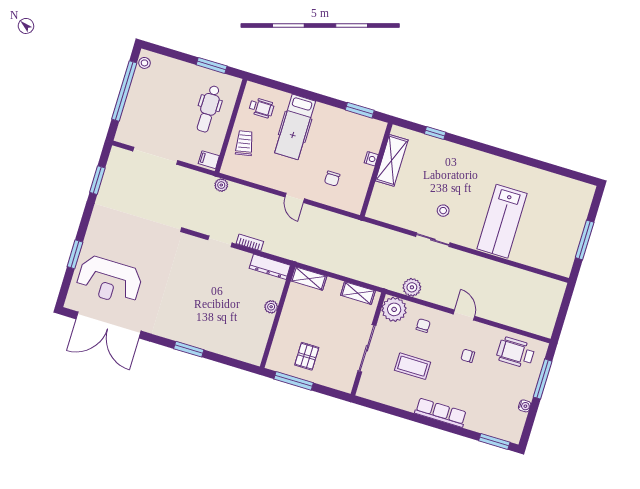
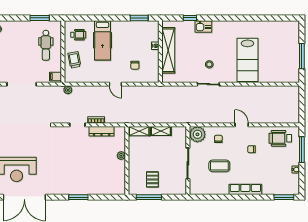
kitchen sink: (451, 152) -> (203, 27), added
shelving: (392, 160) -> (168, 50), width x1.47
dresser: (270, 267) -> (102, 131), moved
plant: (412, 287) -> (204, 117), removed
shelving: (358, 293) -> (161, 131), moved

